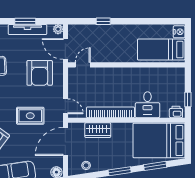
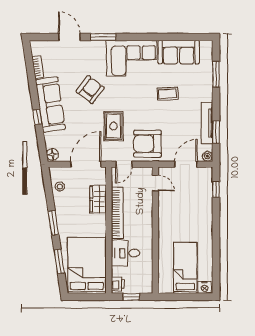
window: (25, 21) -> (216, 132), moved
window: (103, 21) -> (216, 190), moved
door: (83, 65) -> (155, 183), moved
wall: (126, 65) -> (155, 230), moved
armchair: (40, 73) -> (147, 144), moved
door: (65, 141) -> (86, 164), hinge flipped

